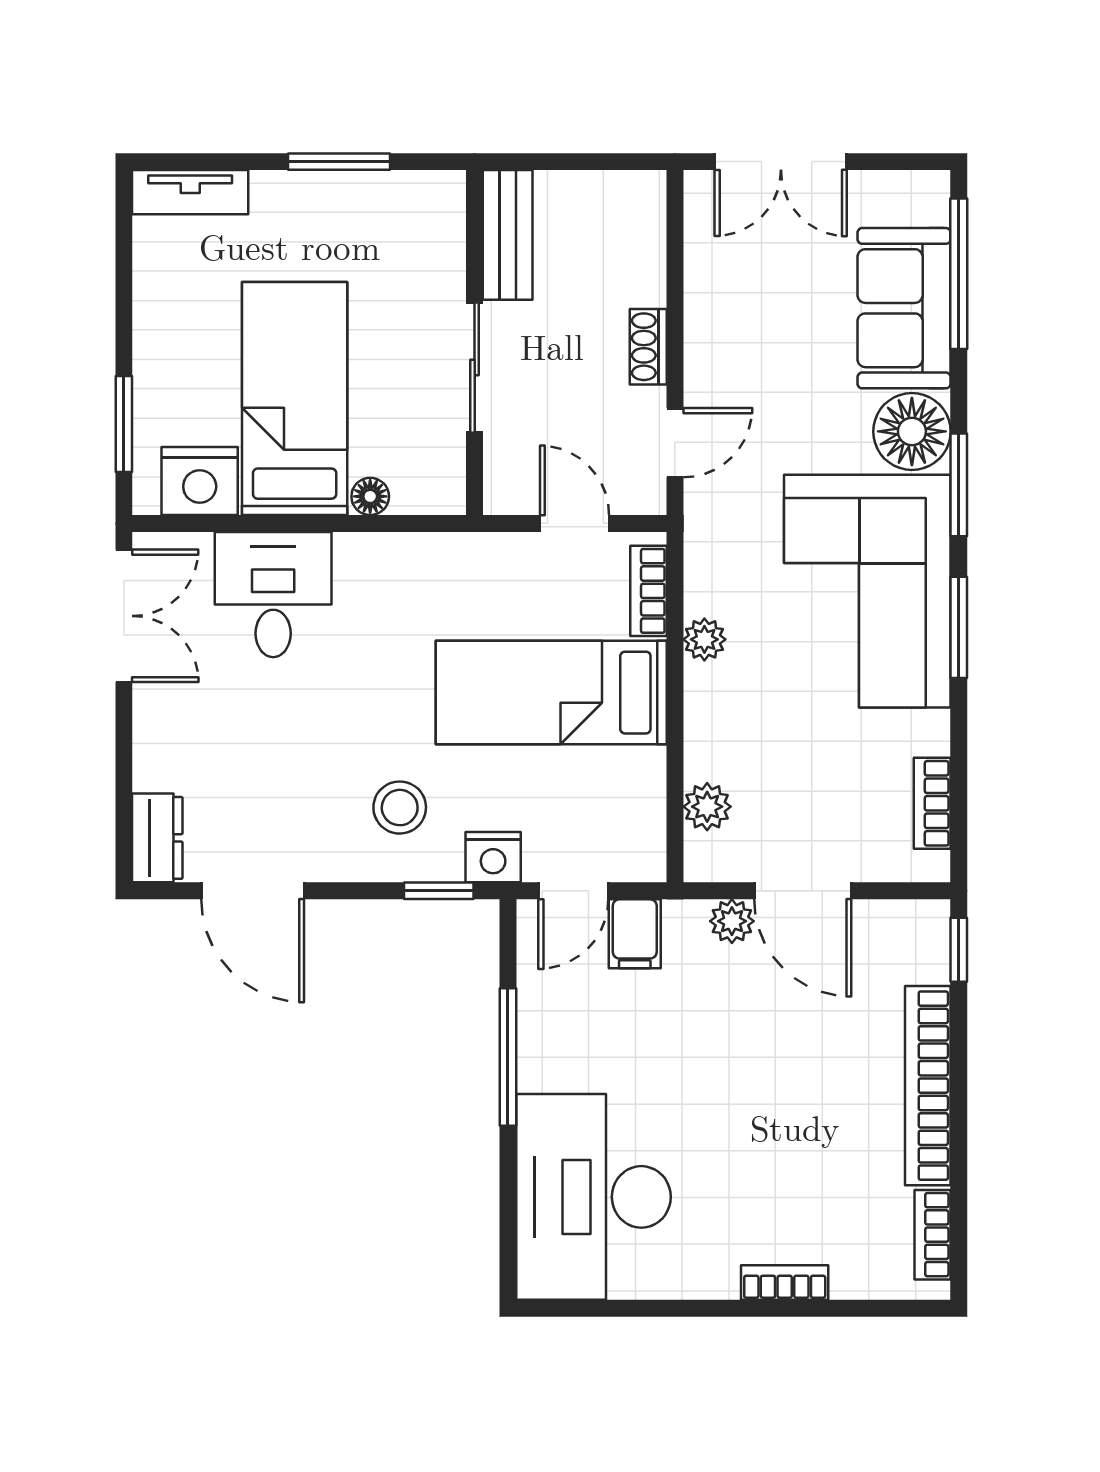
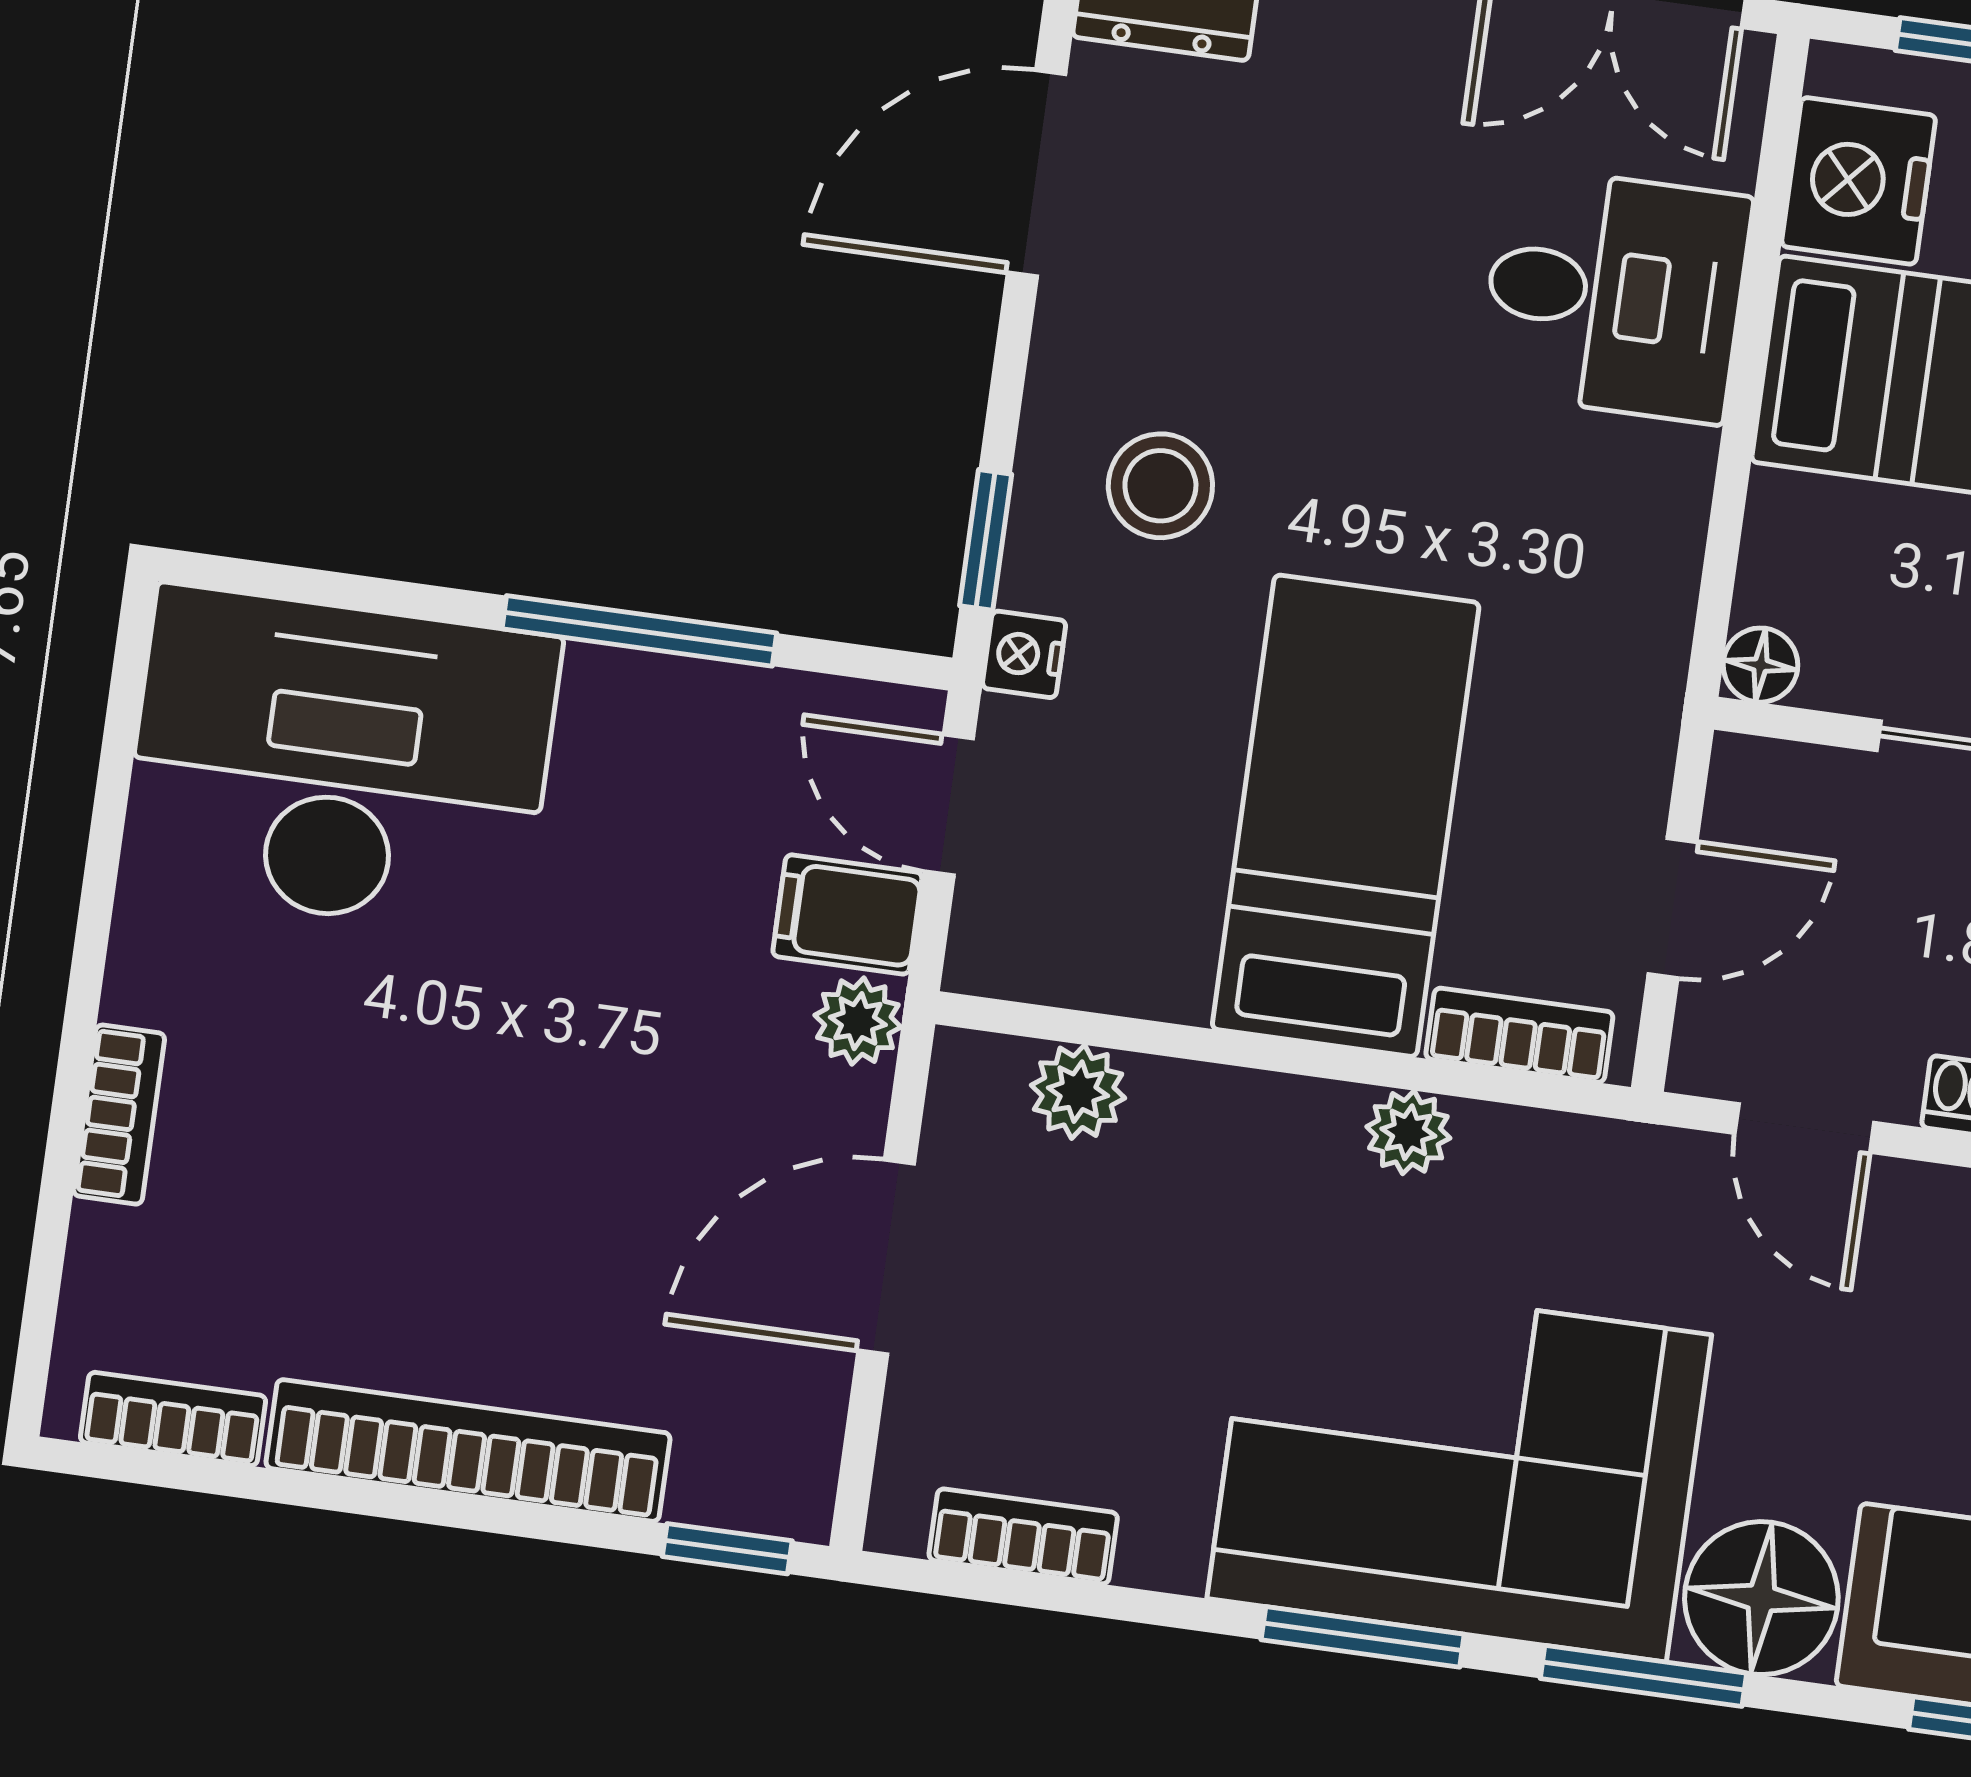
floor lamp: (370, 496) -> (1760, 665), moved
nightstand: (493, 857) -> (1024, 654), width x0.72, depth x0.74
plant: (732, 921) -> (858, 1021), moved

